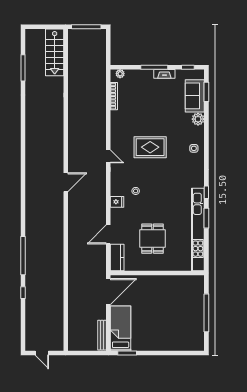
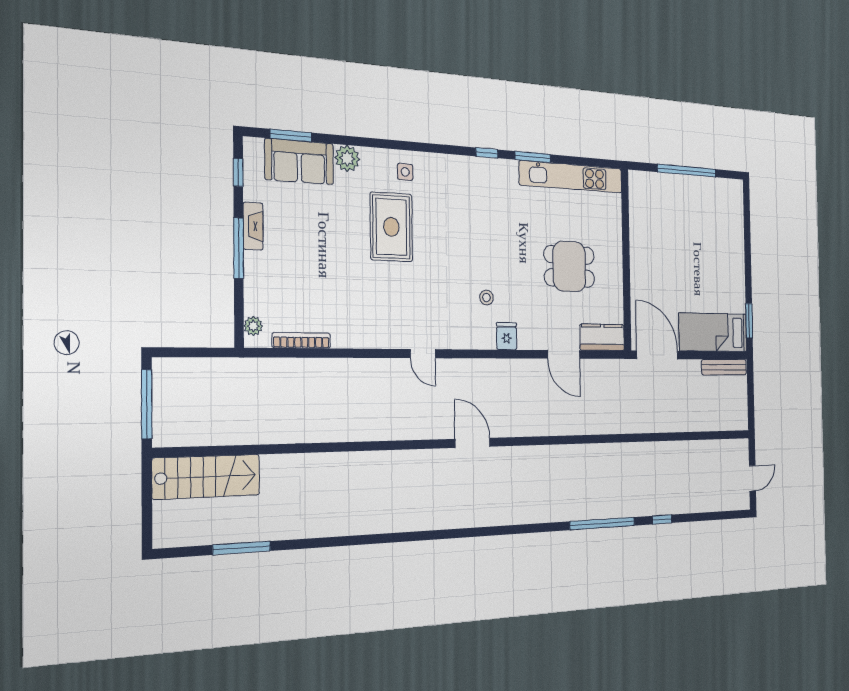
rug: (150, 147) -> (391, 227), moved
door: (108, 156) -> (423, 354), swing flipped
kitchen unit: (198, 230) -> (571, 177), width x0.73

